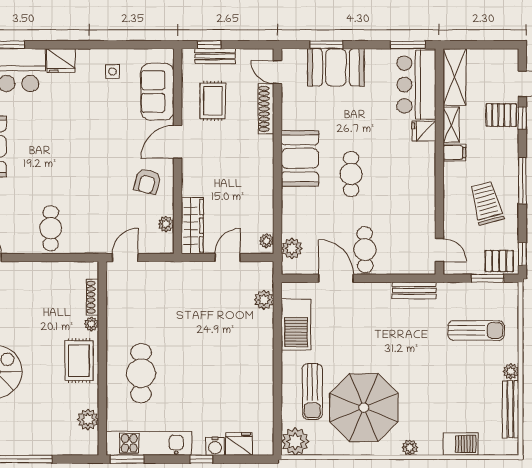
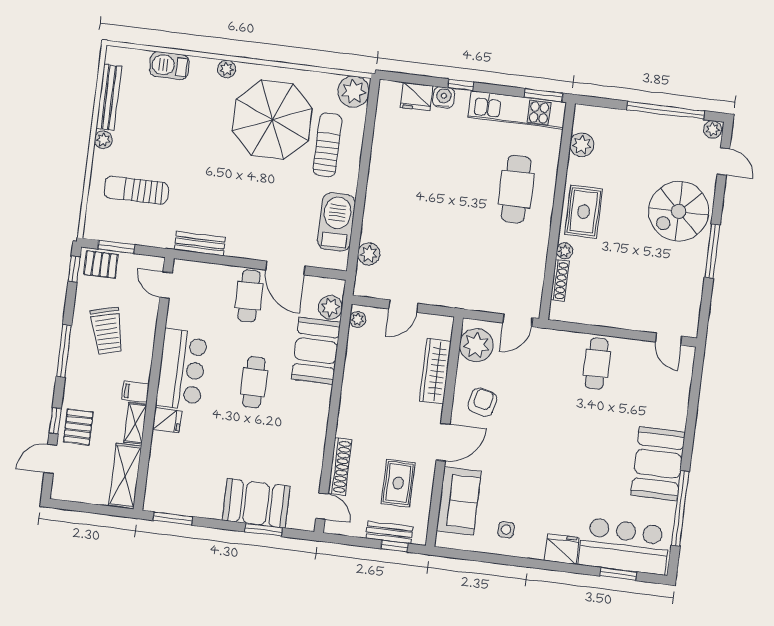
bar counter: (416, 85) -> (182, 369), moved
pallet: (501, 115) -> (78, 427), turned 90
booth: (300, 158) -> (316, 351), moved
plant: (166, 224) -> (476, 345), width x1.88, depth x1.88
wardrobe: (192, 226) -> (435, 371), moved

